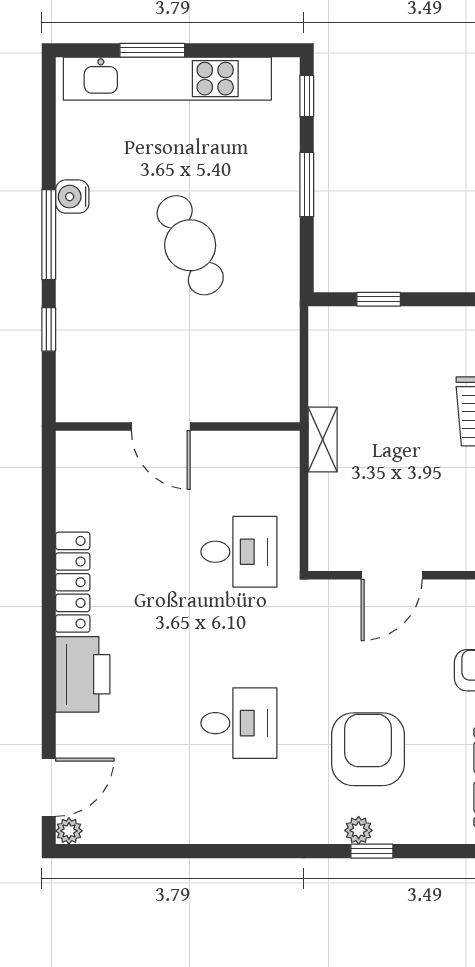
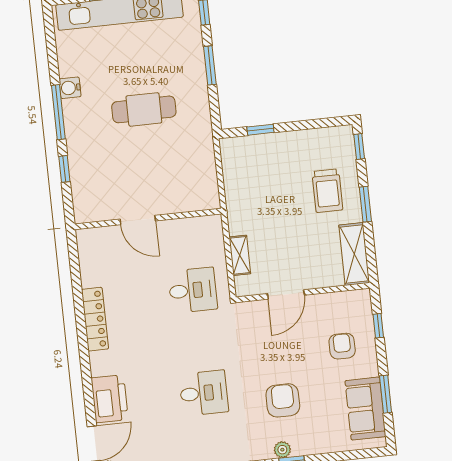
cafe table: (190, 245) -> (144, 109), turned -65
shelving: (323, 440) -> (240, 255), moved
printer: (83, 674) -> (110, 399), moved
armchair: (368, 749) -> (283, 400), width x0.73, depth x0.73

